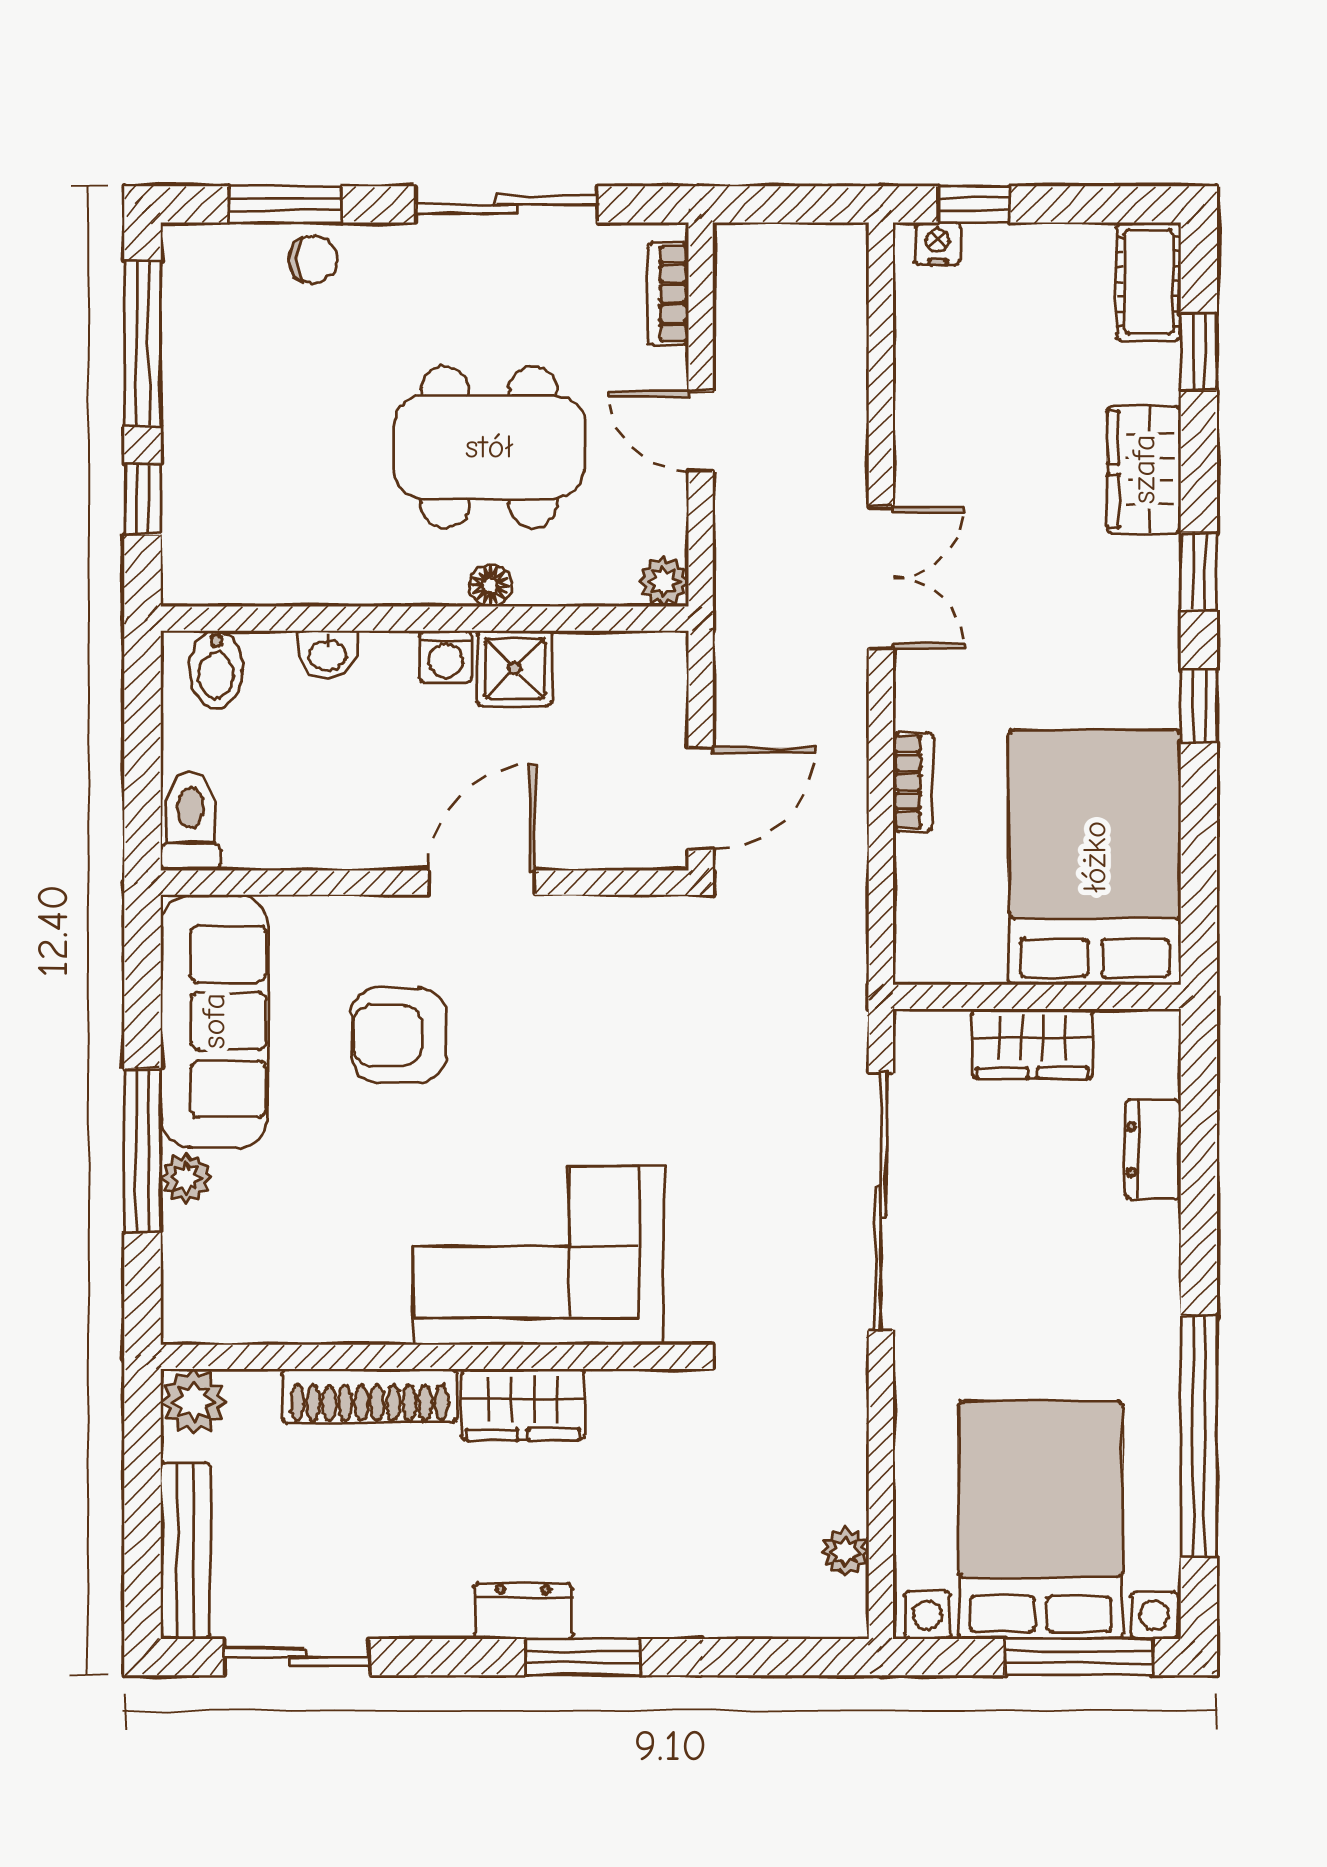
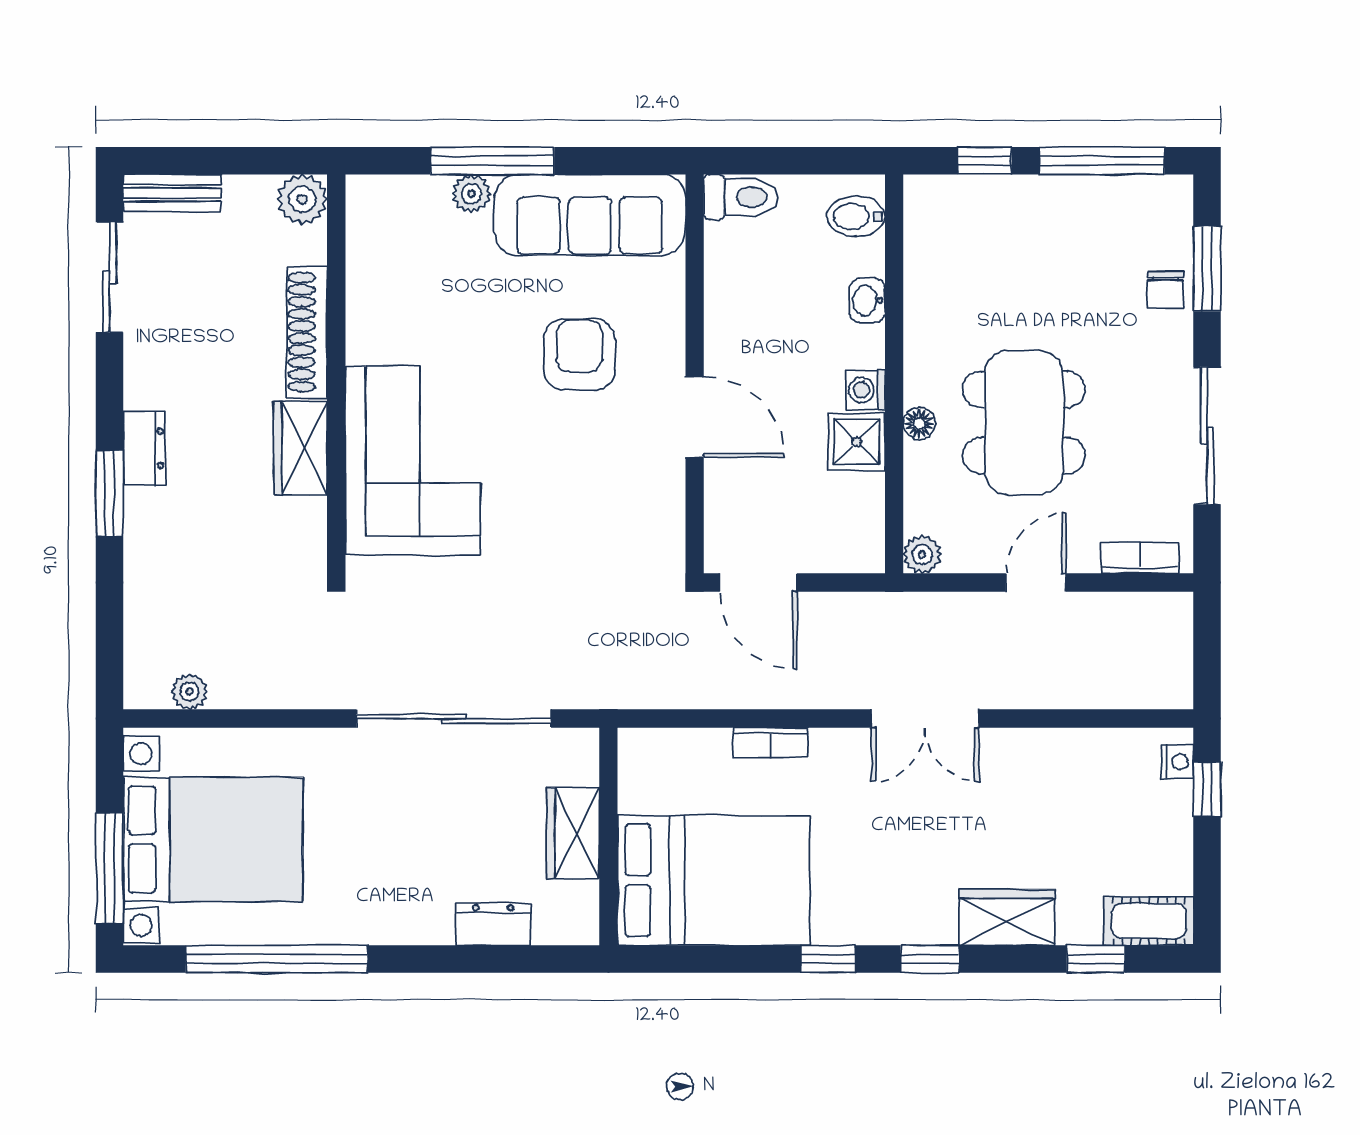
bench: (185, 1551) -> (172, 193), width x0.73

